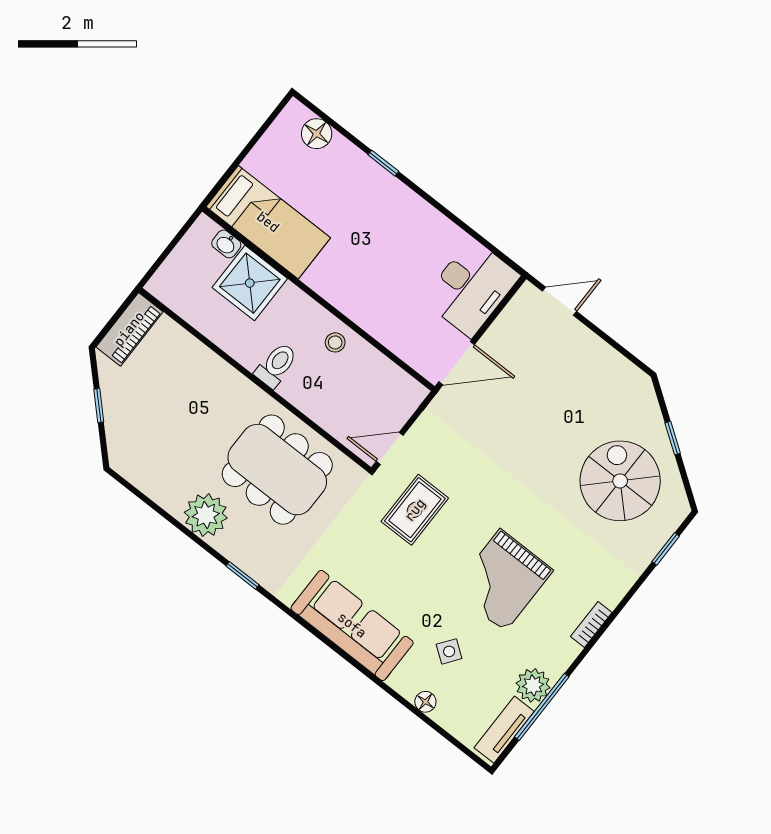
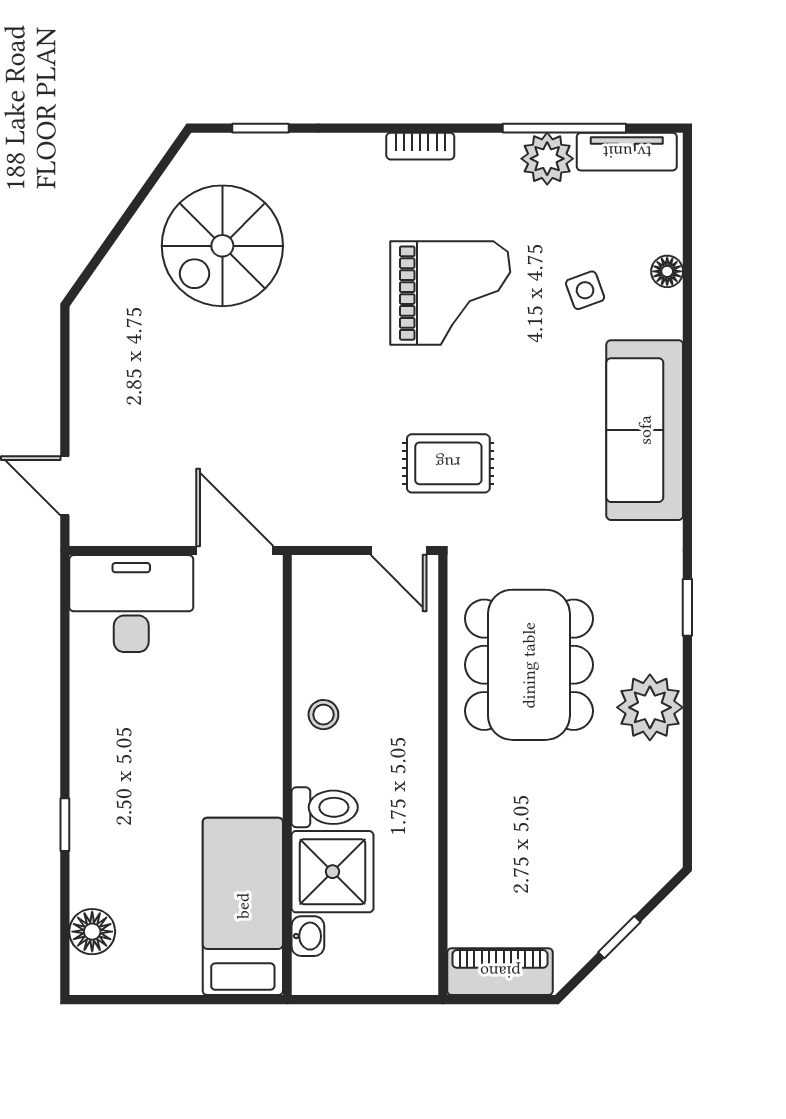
toilet: (276, 365) -> (325, 807), moved, turned 180
window: (673, 438) -> (122, 223), removed
side table: (449, 651) -> (585, 290), turned 34

